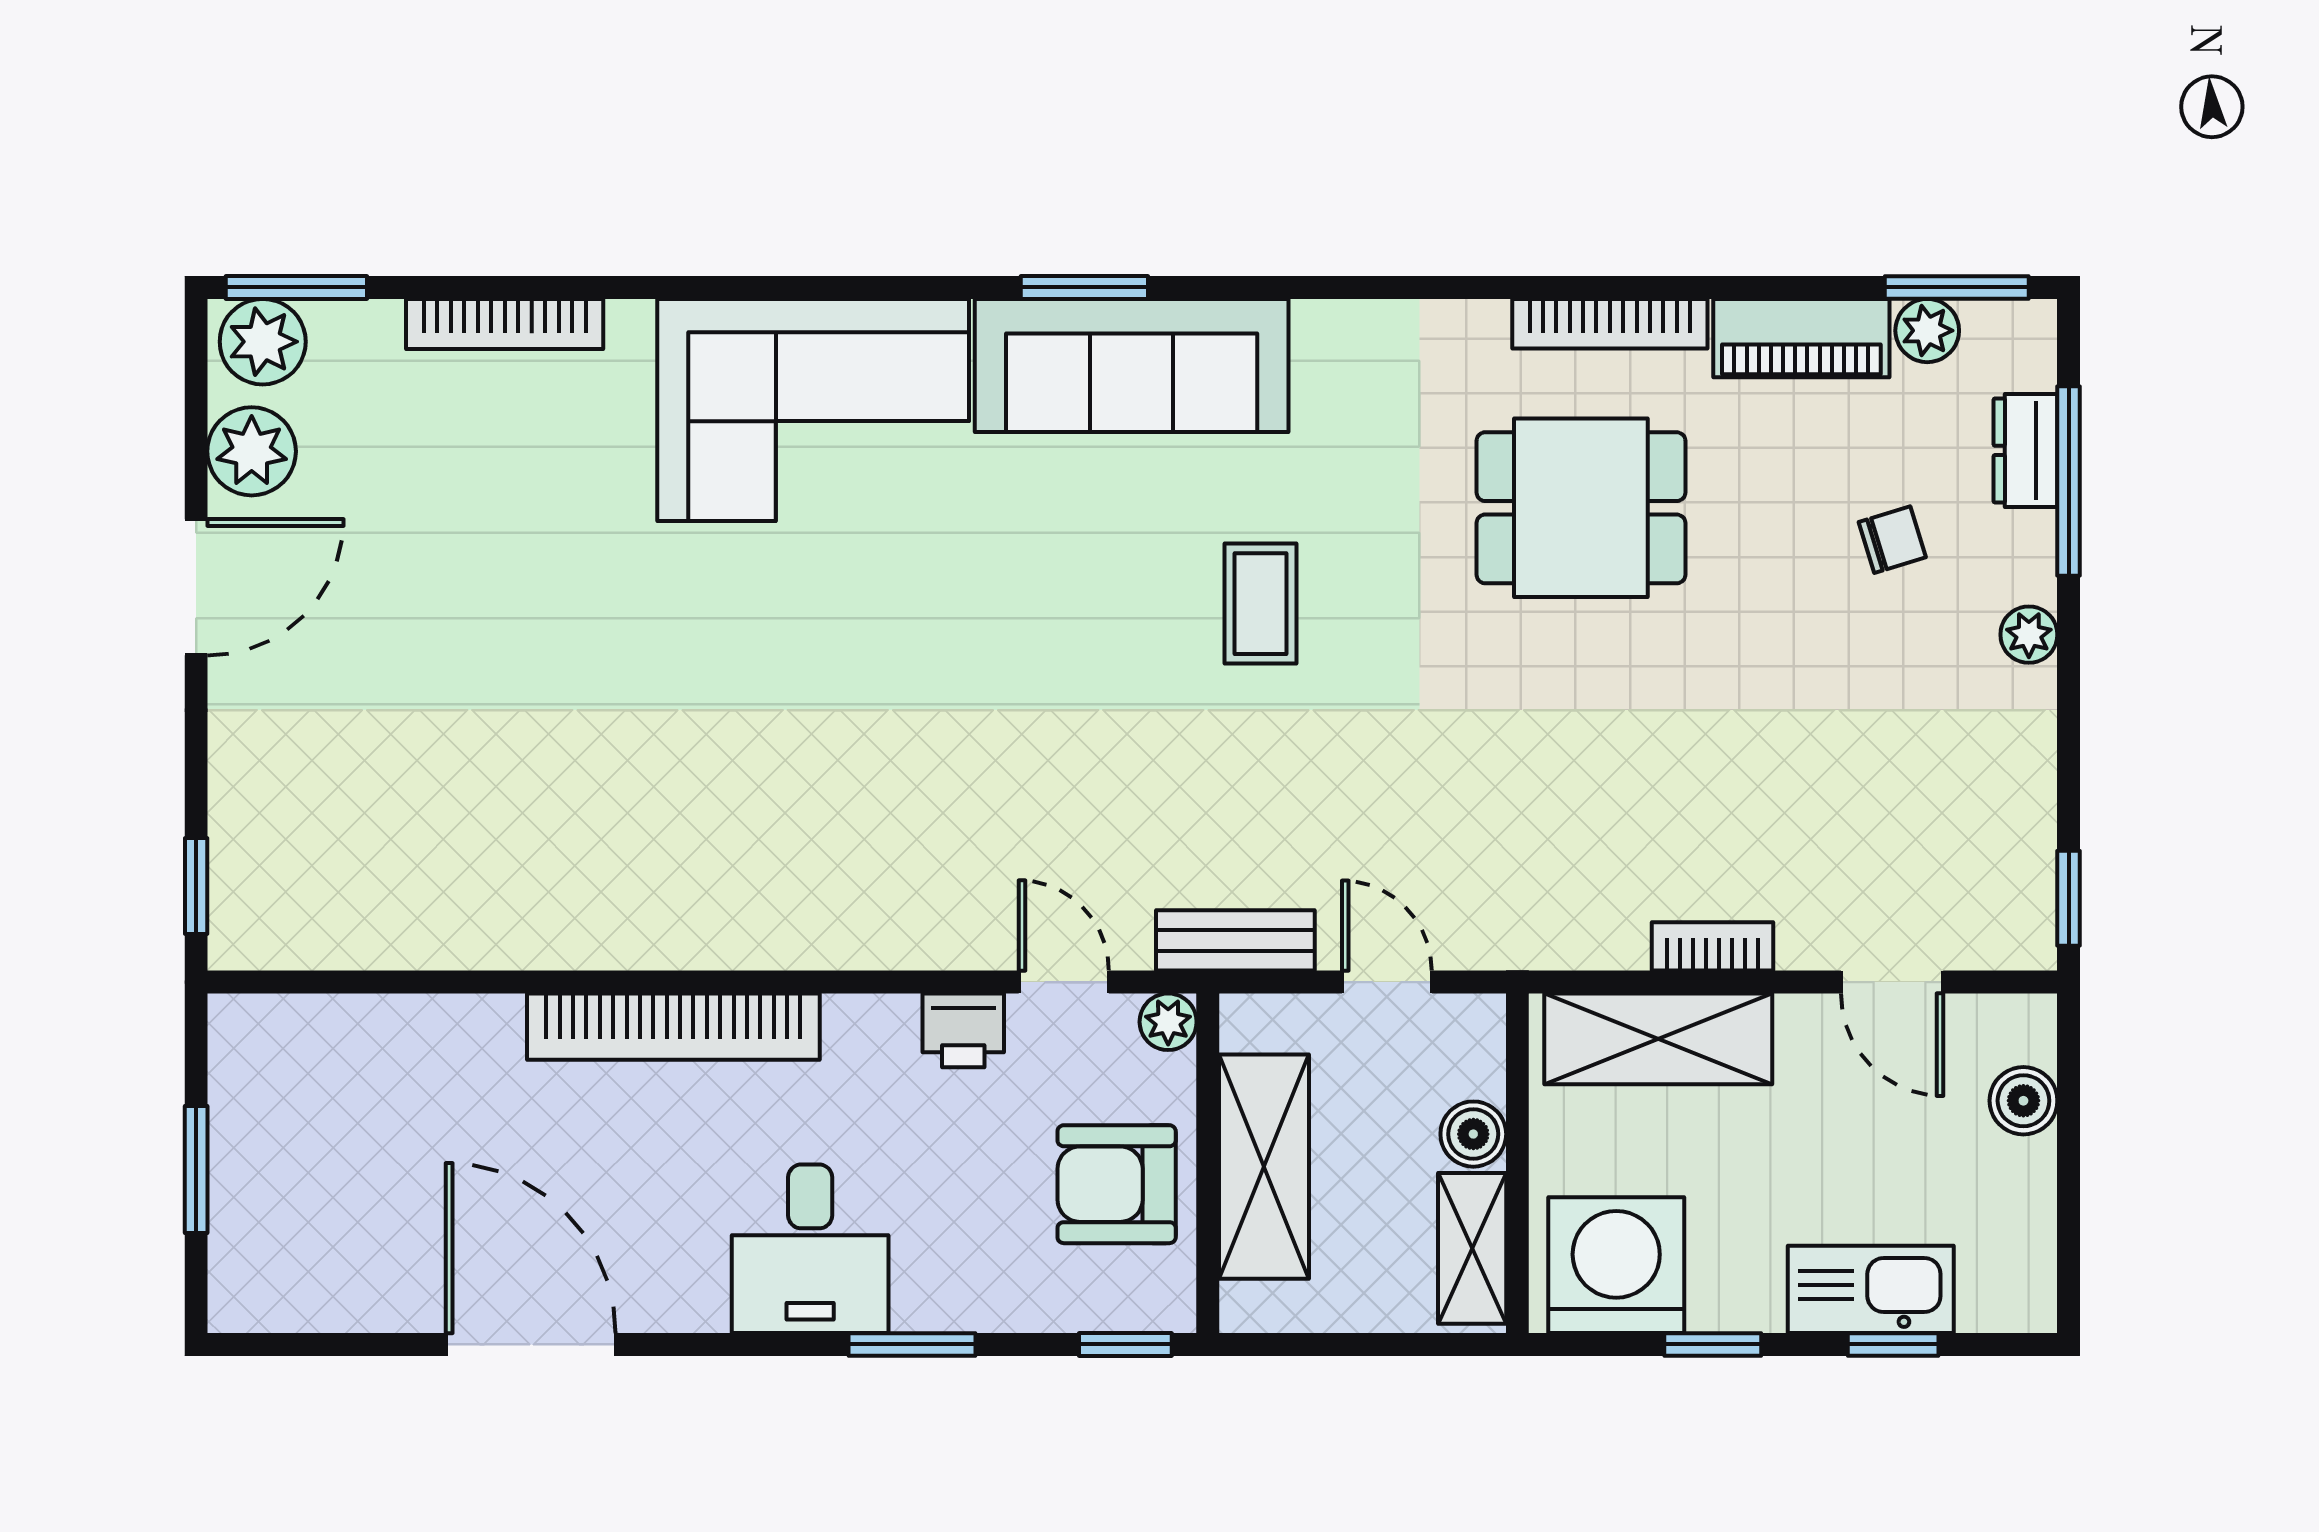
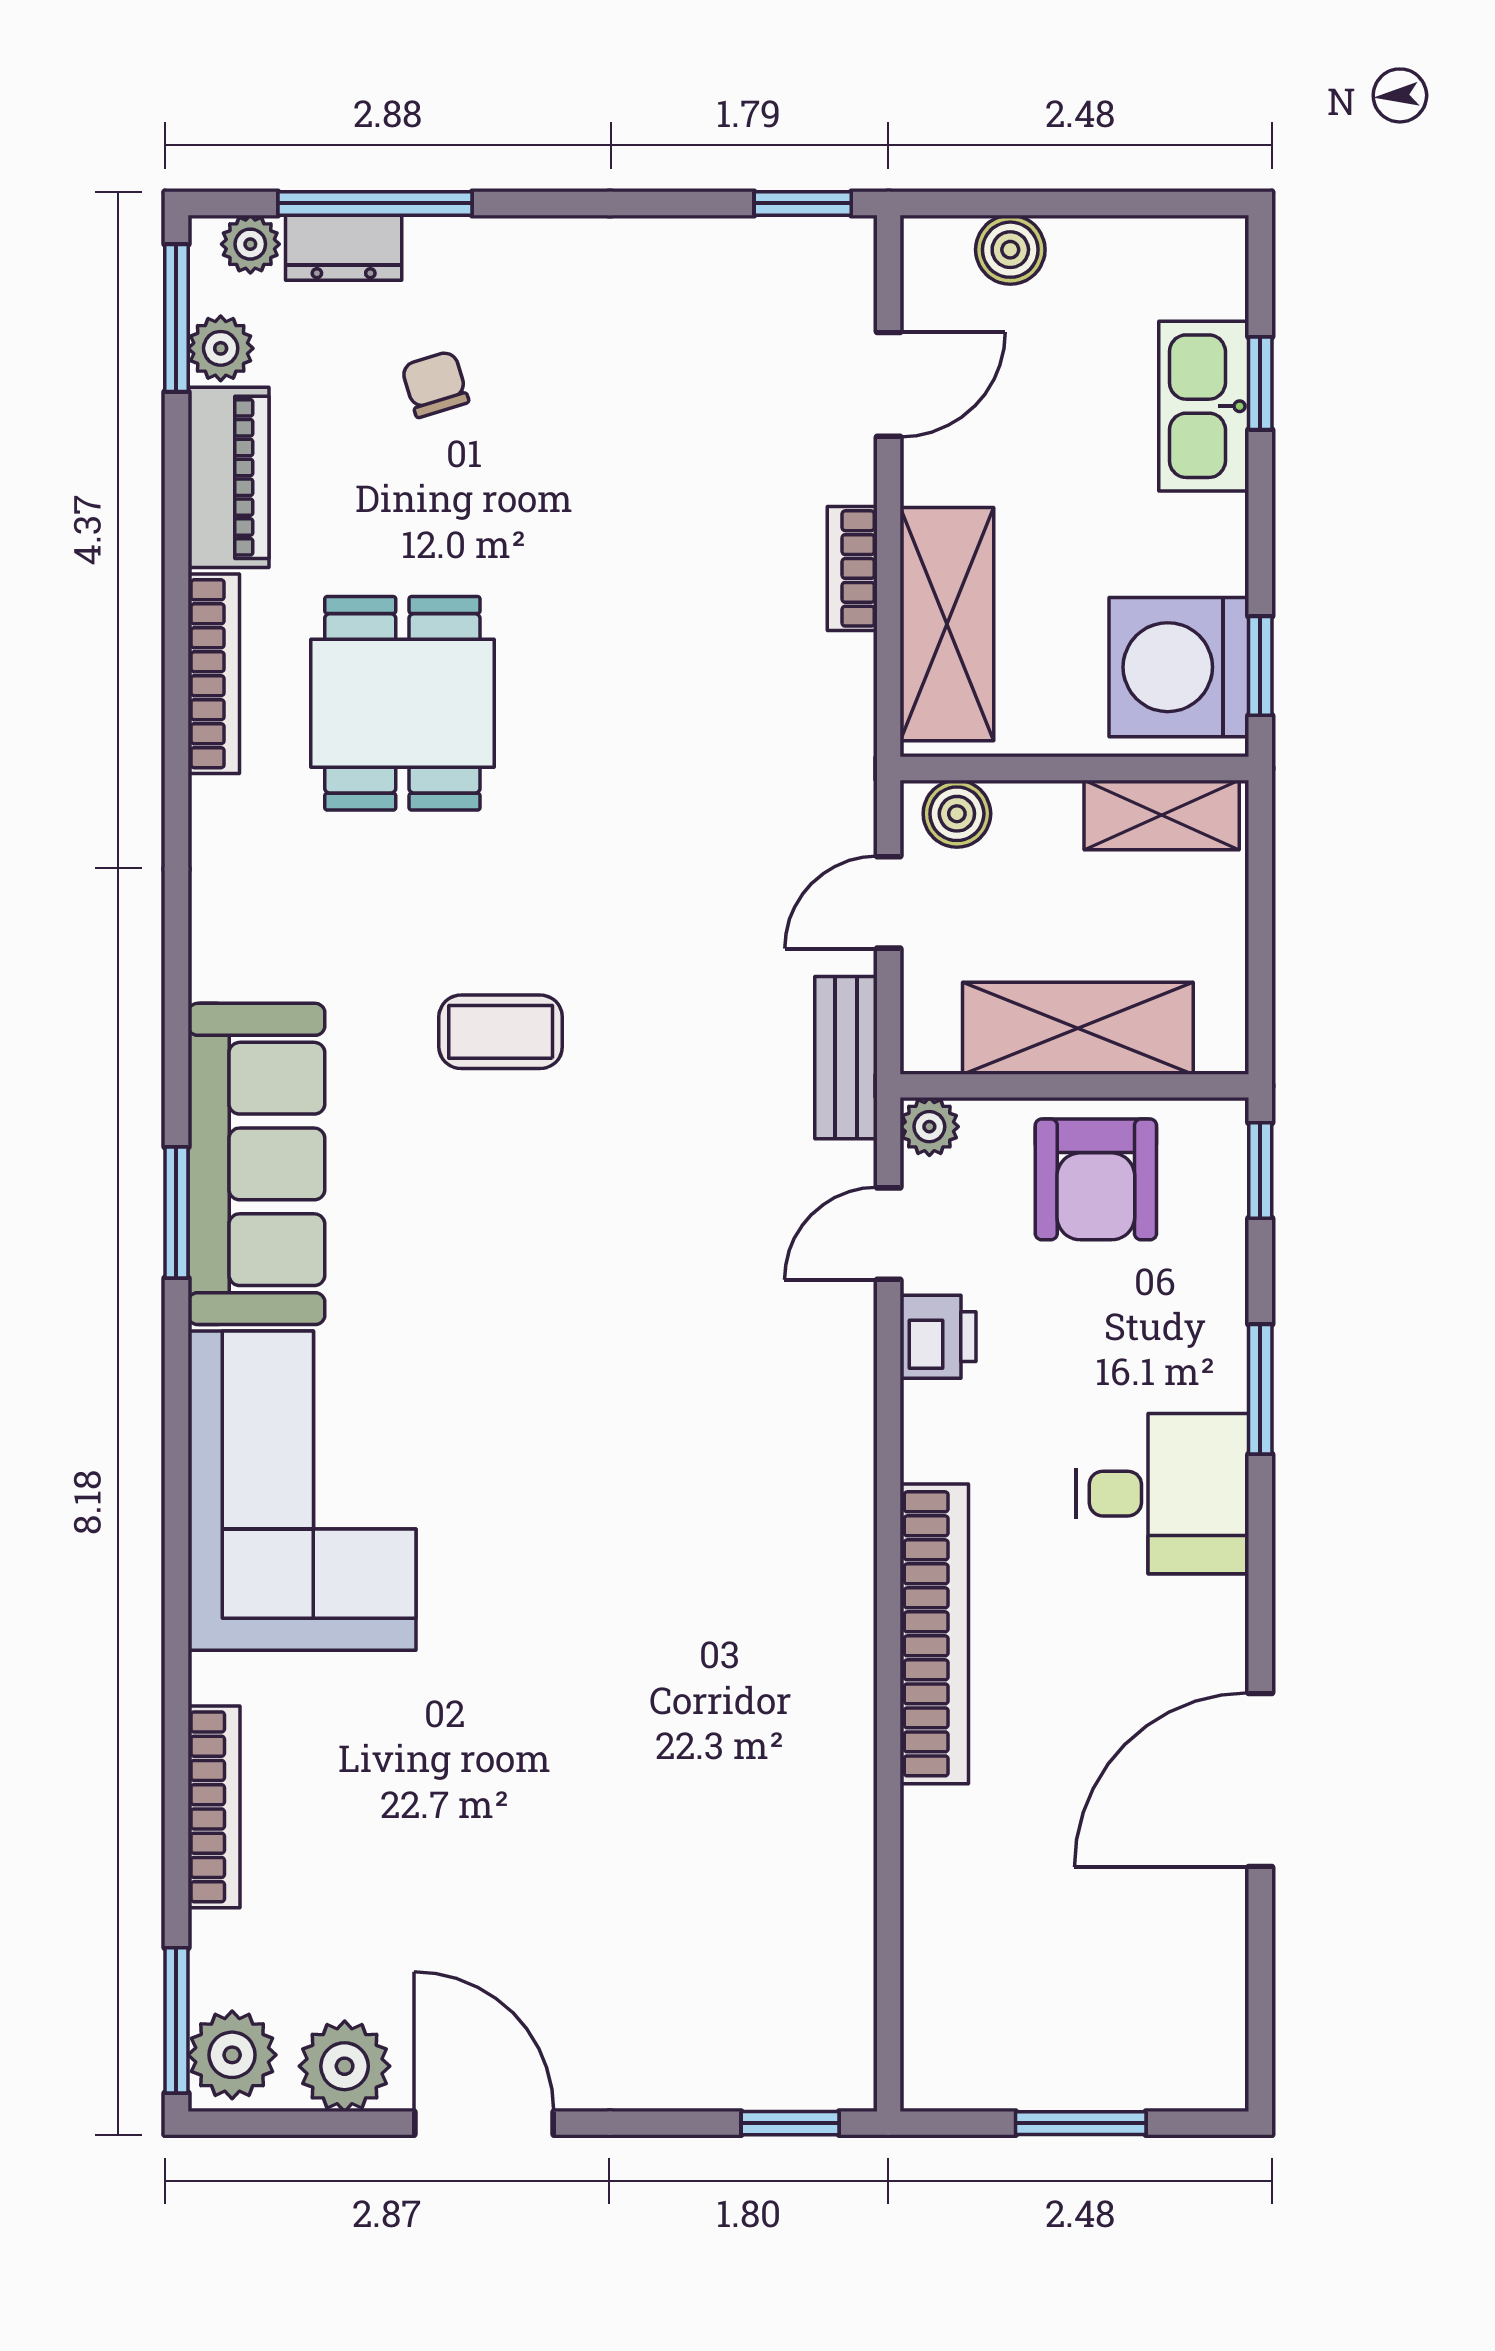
plant: (2029, 635) -> (250, 244), moved
boiler: (1473, 1134) -> (957, 814), moved
window: (1713, 1344) -> (1260, 666), moved

